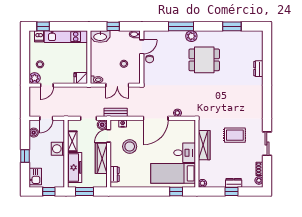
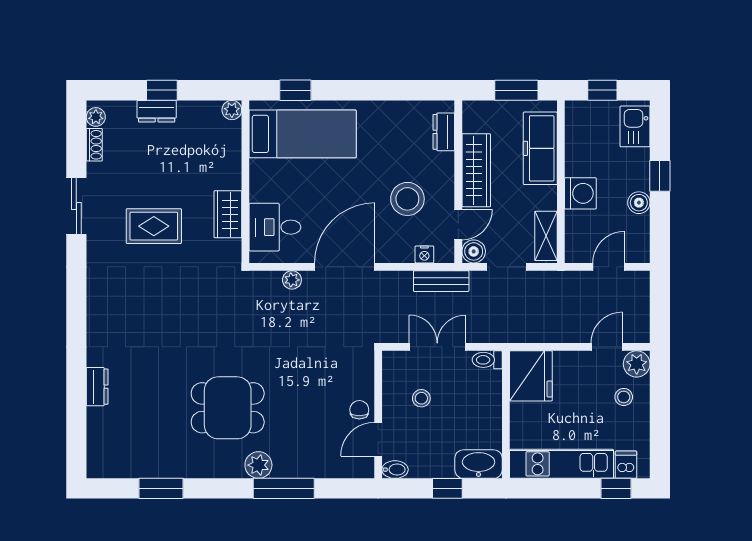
fridge: (81, 78) -> (531, 376), width x1.88, depth x1.34
boiler: (34, 133) -> (639, 203), moved
shelving: (72, 141) -> (546, 236), moved
wardrobe: (204, 145) -> (228, 214), width x0.67
desk: (185, 153) -> (275, 227), moved

